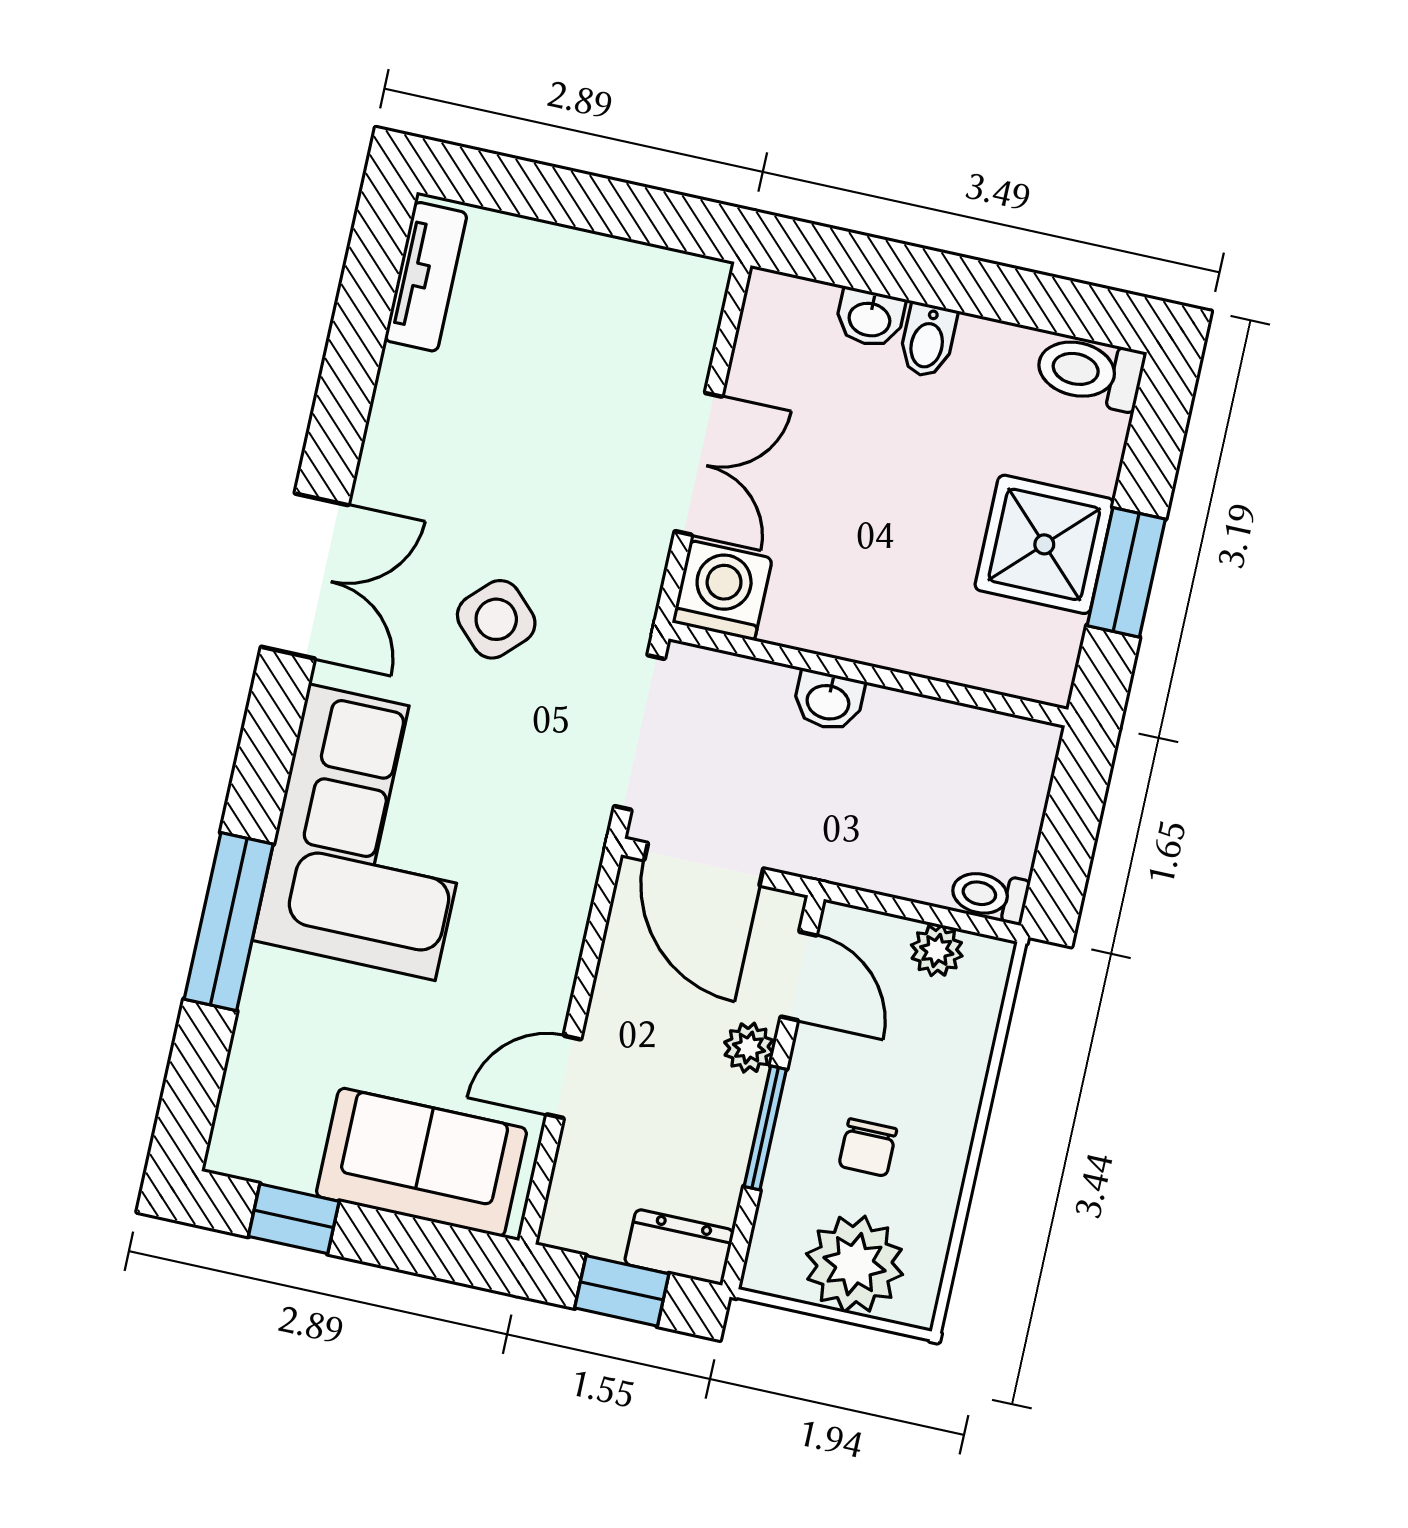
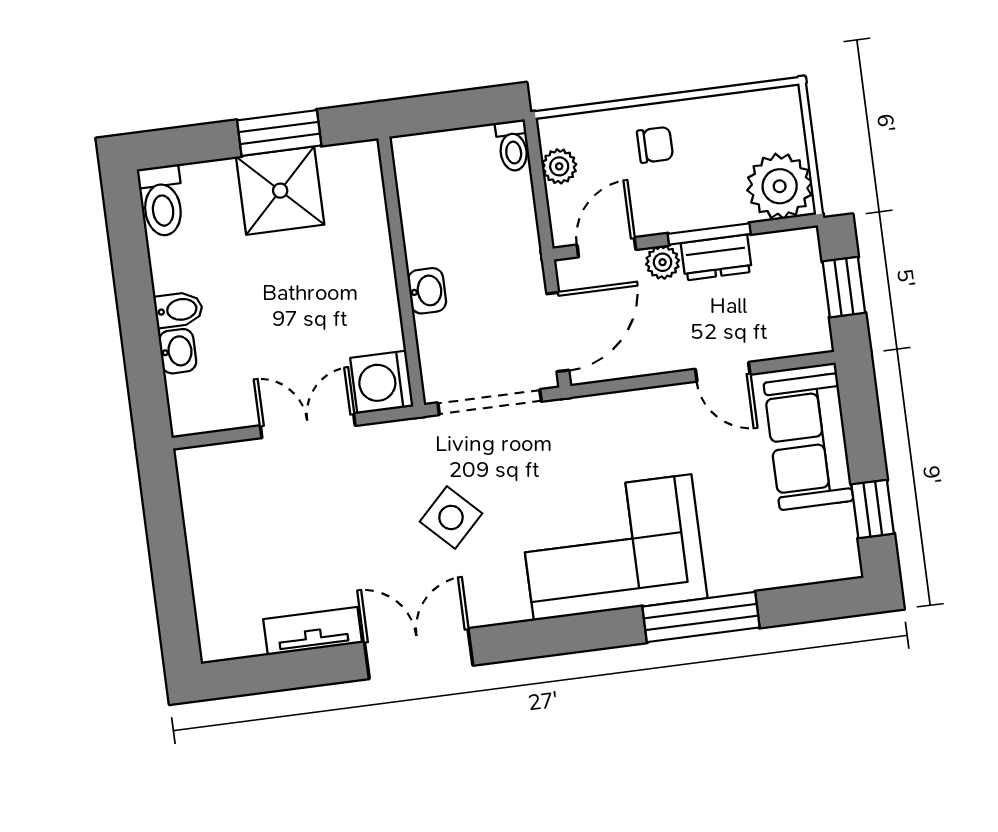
tv unit: (426, 277) -> (313, 631), moved
double door: (305, 576) -> (419, 654), moved
chair: (868, 1148) -> (655, 145), moved
dresser: (679, 1247) -> (716, 257), moved, turned -90
plant: (854, 1264) -> (780, 186), moved

